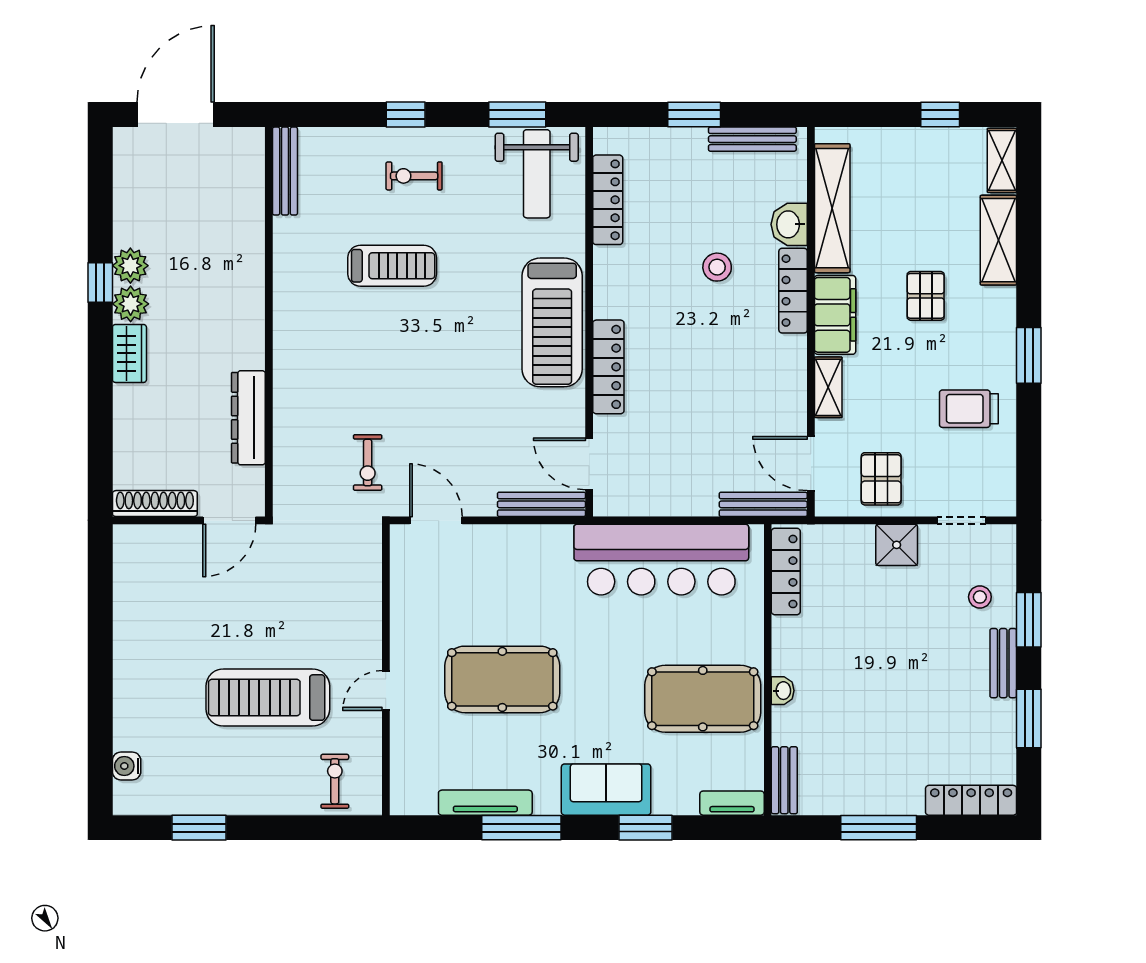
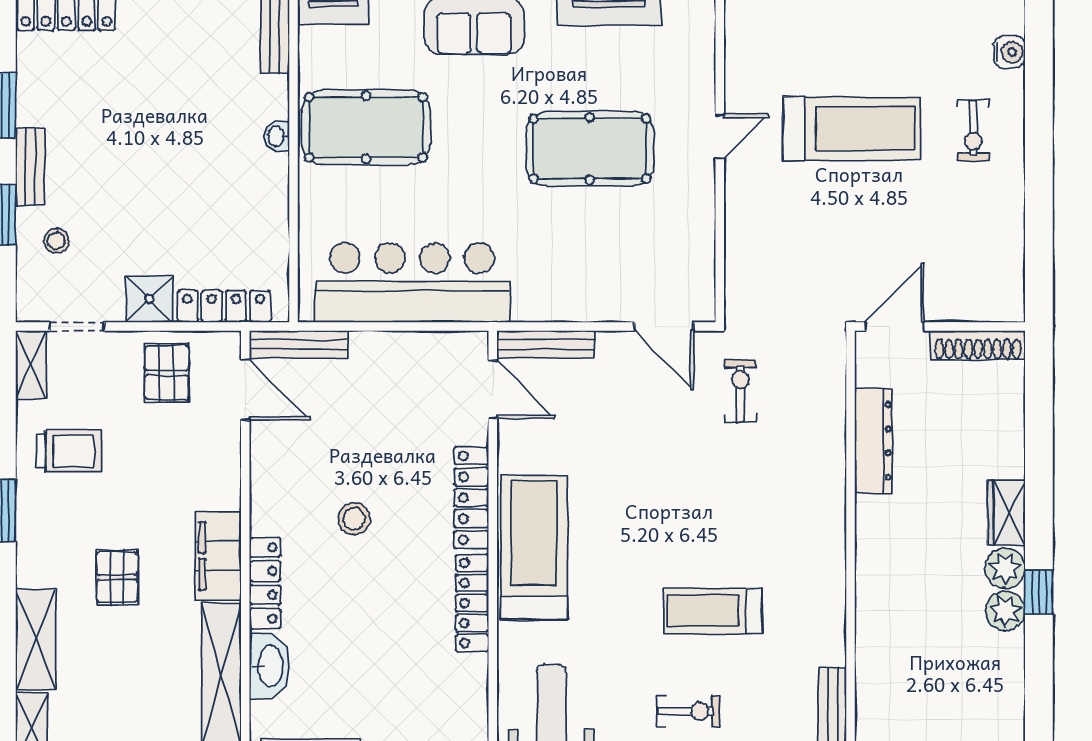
locker: (608, 200) -> (472, 603), moved
washbasin: (789, 224) -> (269, 666), width x1.38
stool: (717, 267) -> (354, 519), moved
shelving: (828, 387) -> (31, 364), moved
locker: (786, 571) -> (224, 306), moved, turned 90
exercise bike: (335, 781) -> (973, 130), moved

